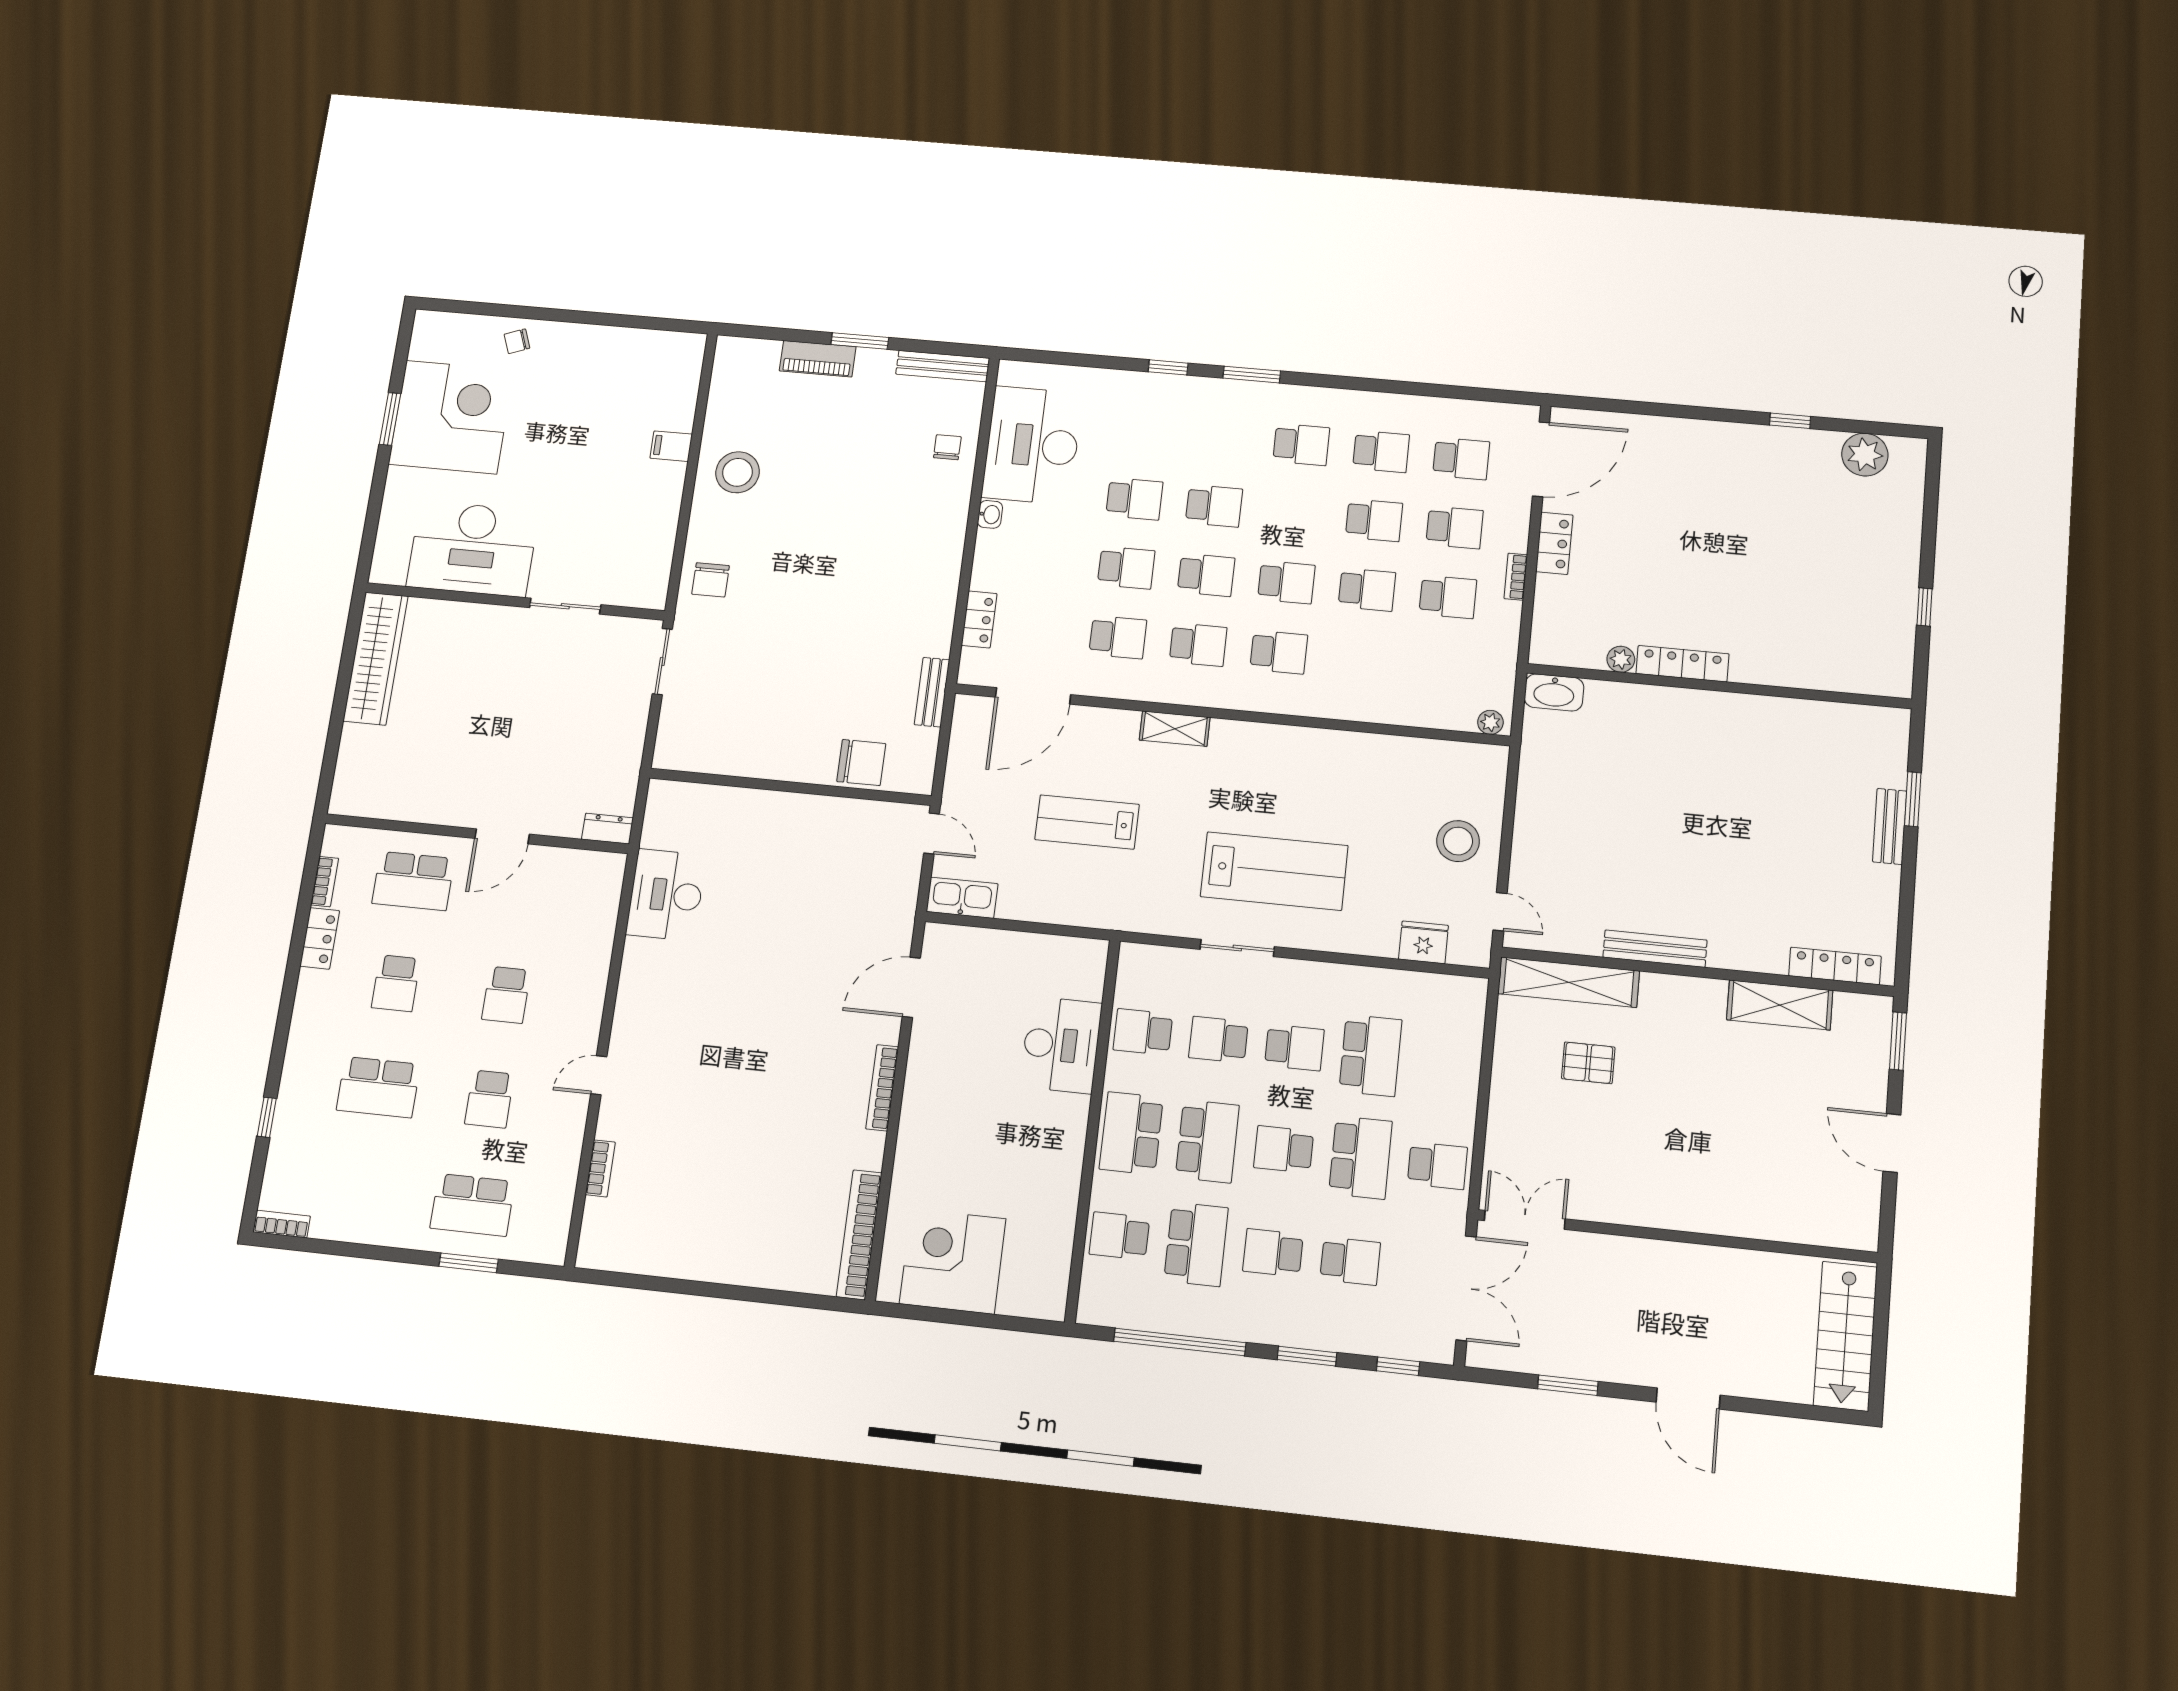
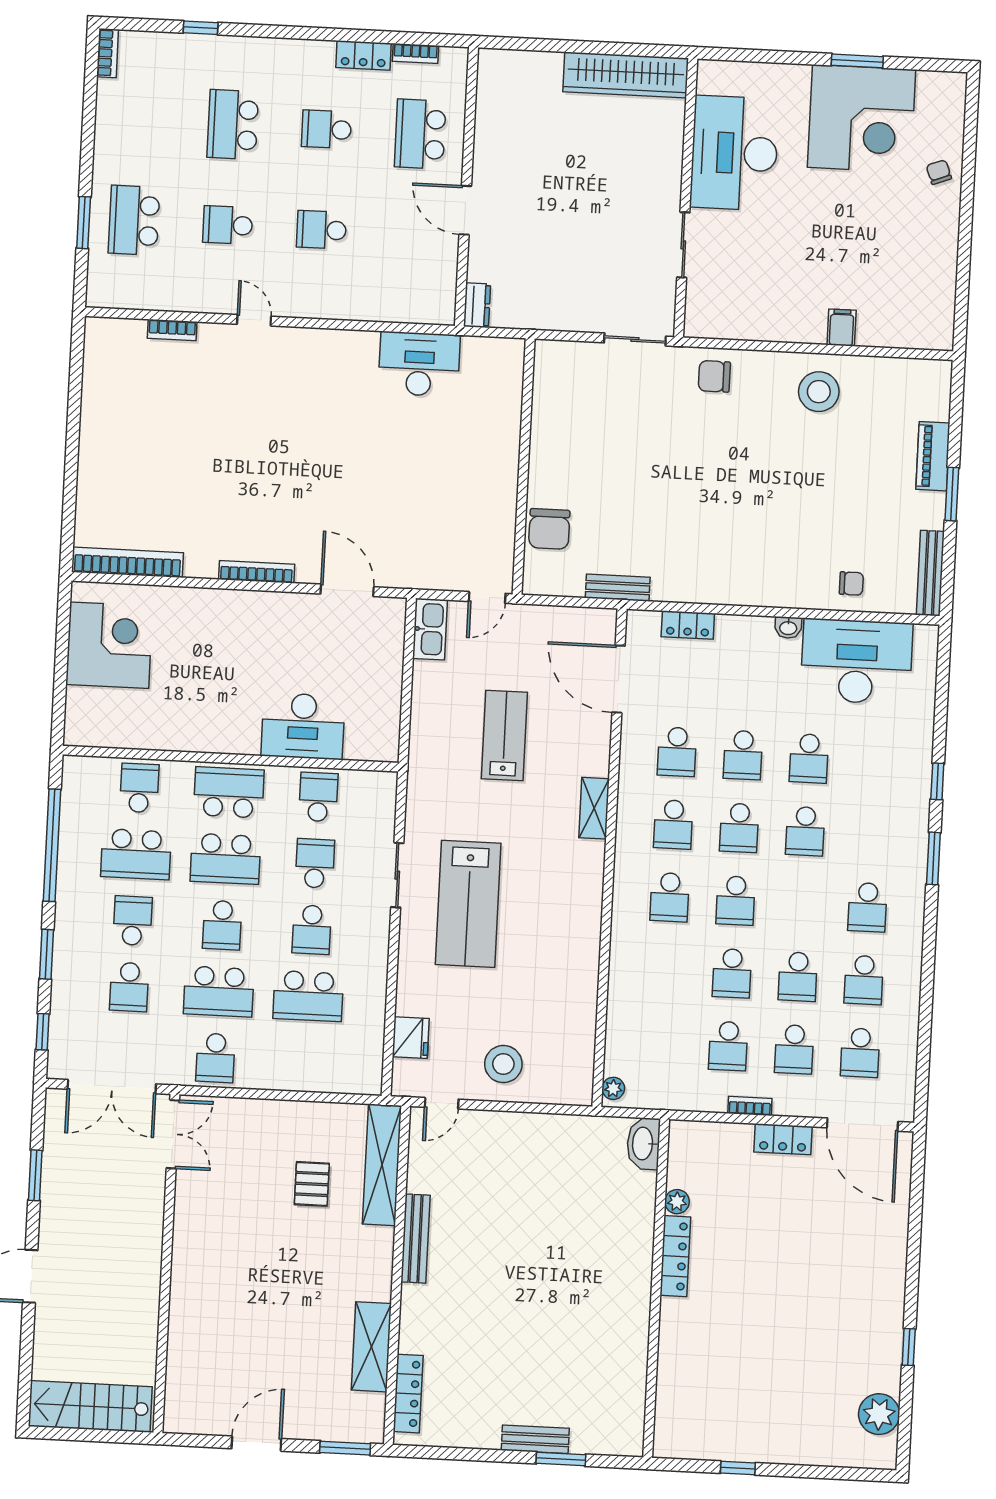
school desk: (1284, 1149) -> (222, 925), turned 180

